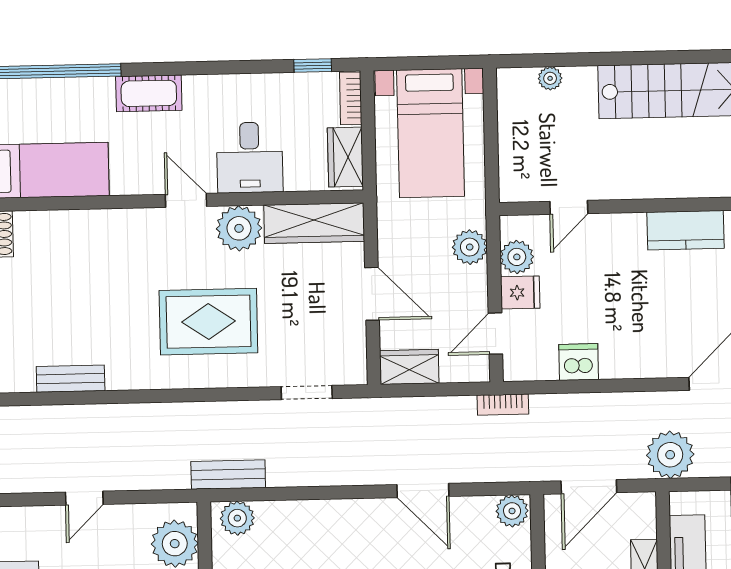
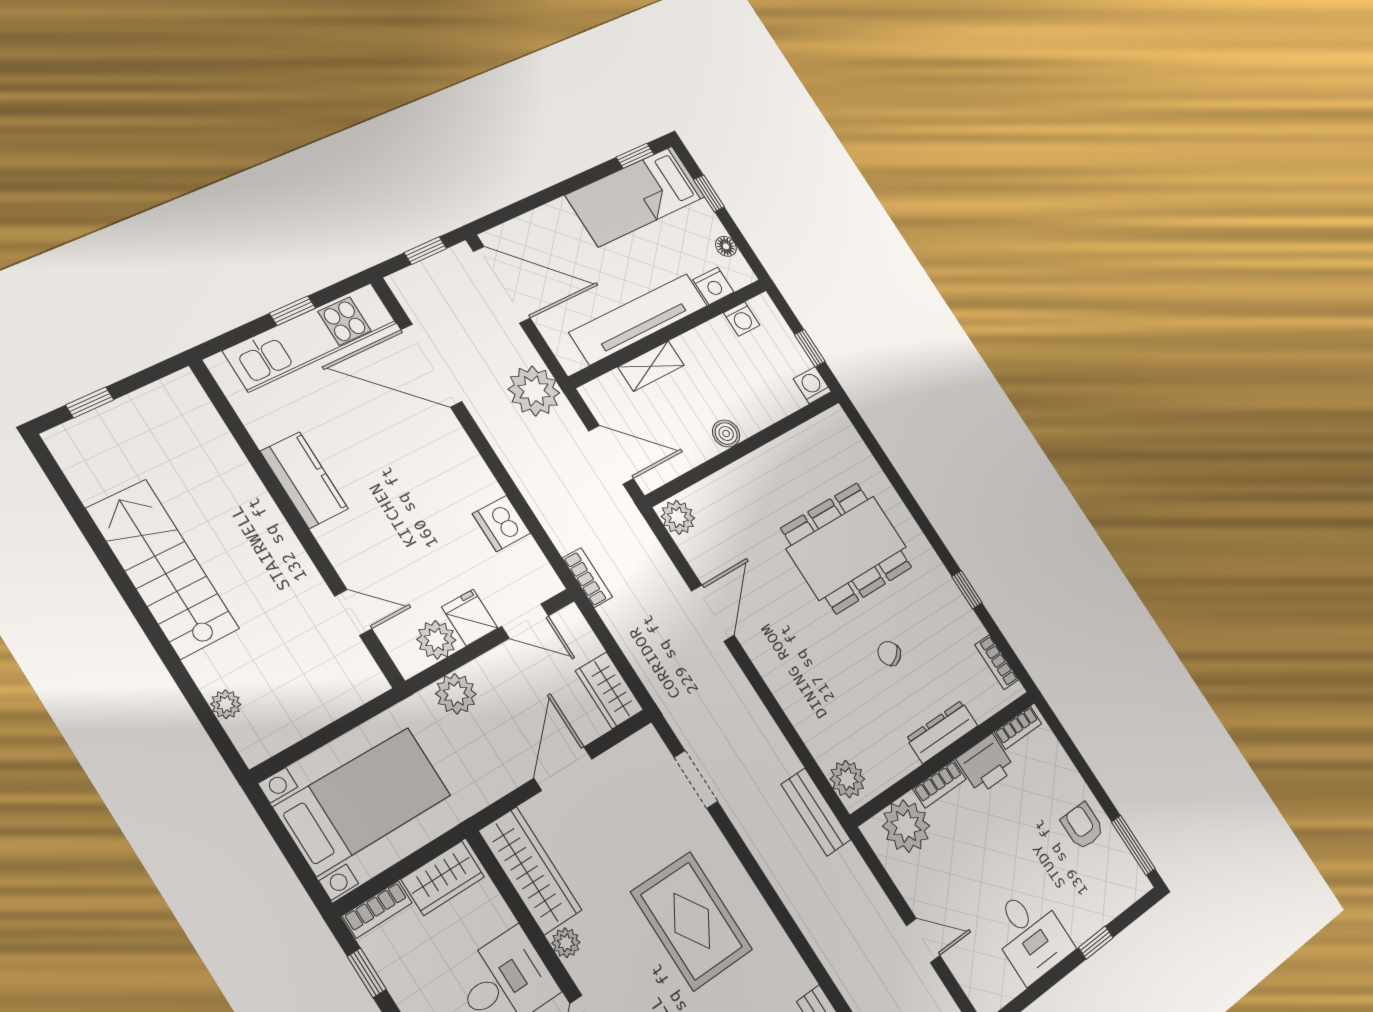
plant: (239, 228) -> (566, 943), width x0.53, depth x0.53

